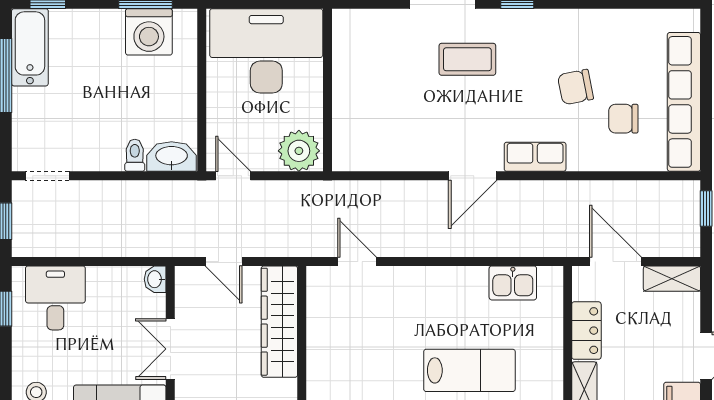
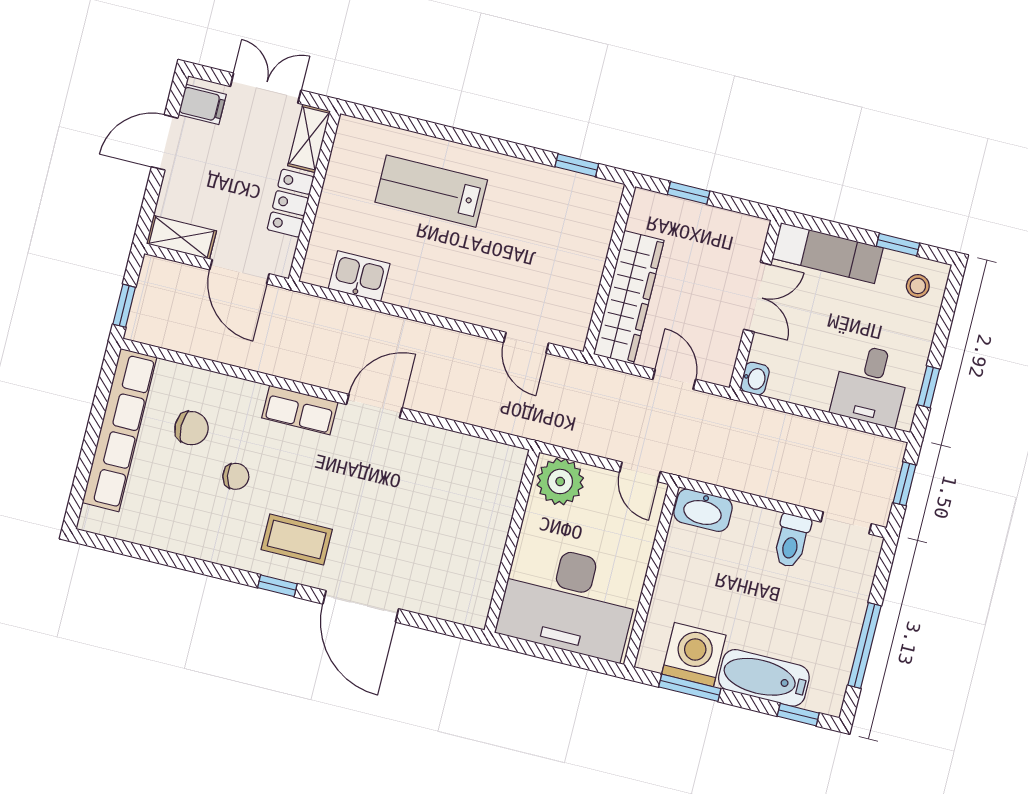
bathtub: (30, 47) -> (764, 678), moved, turned 90
coffee table: (467, 59) -> (297, 539), moved
chair: (576, 87) -> (236, 476), width x0.73, depth x0.73
toilet: (135, 155) -> (792, 541), moved, width x1.37, depth x1.39

